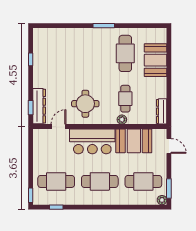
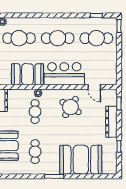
booth: (74, 44) -> (81, 160), added
cafe table: (125, 53) -> (35, 152), width x0.73, depth x0.74
round table: (85, 104) -> (70, 107), turned 32
dresser: (39, 106) -> (111, 122), moved
door: (58, 127) -> (94, 87), hinge flipped

